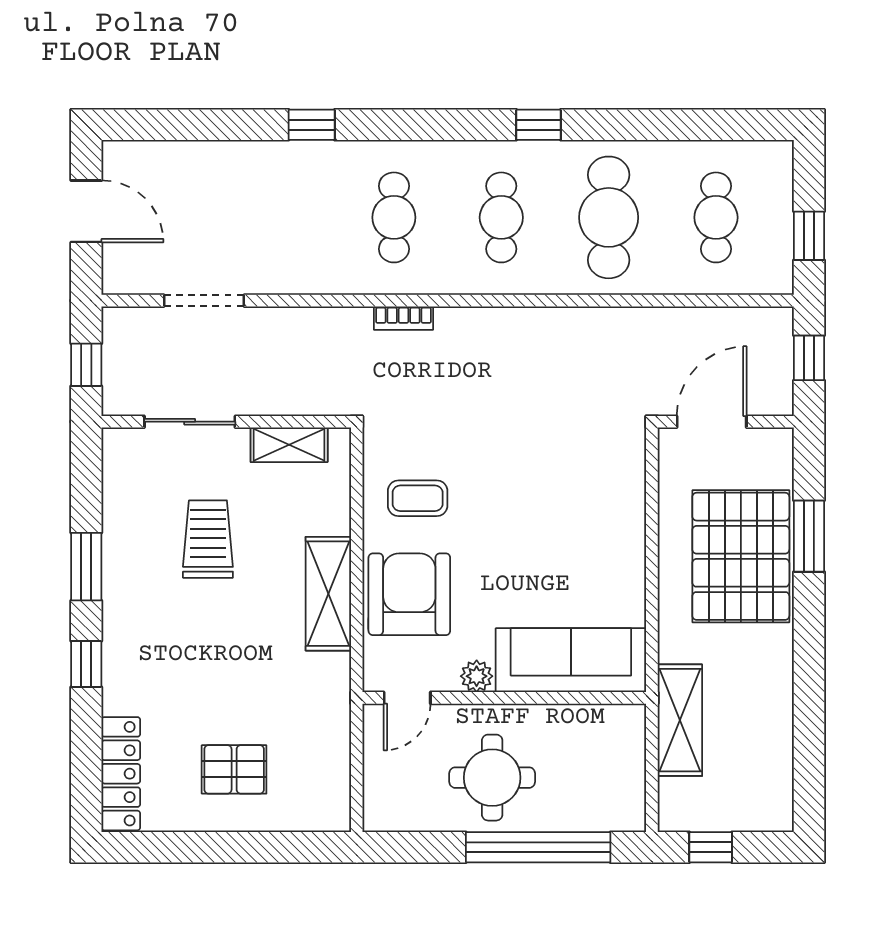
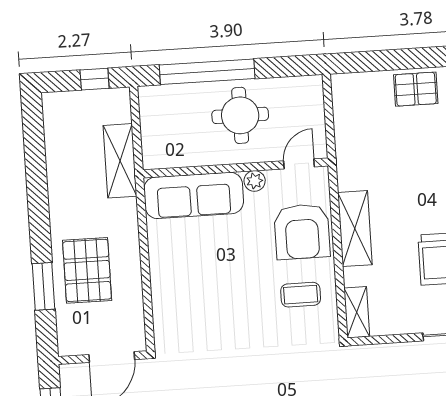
shelving: (289, 445) -> (357, 312), moved, turned 90
pallet: (741, 556) -> (87, 270), width x0.73, depth x0.71
pallet: (234, 769) -> (416, 89), moved

